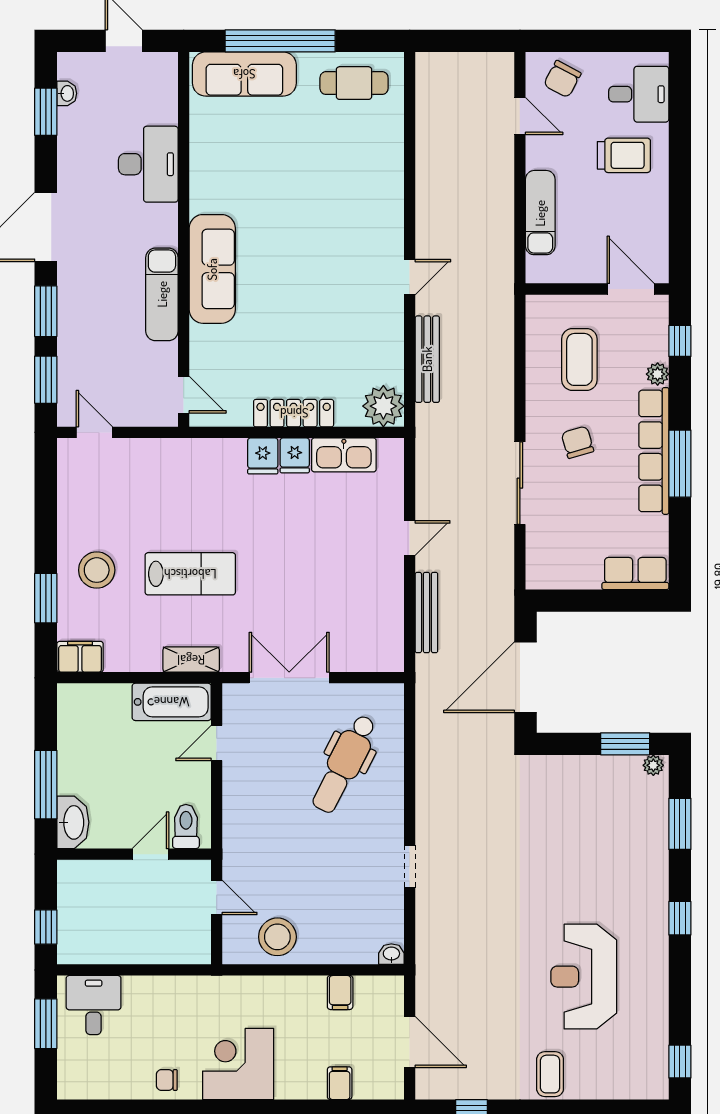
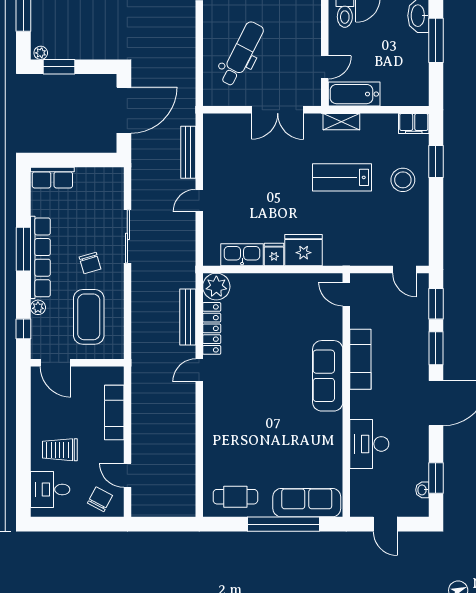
coffee table: (579, 359) -> (89, 317), width x1.36, depth x1.32
locker: (294, 413) -> (212, 328), moved, turned -90
fridge: (263, 456) -> (304, 250), width x1.88, depth x1.34

